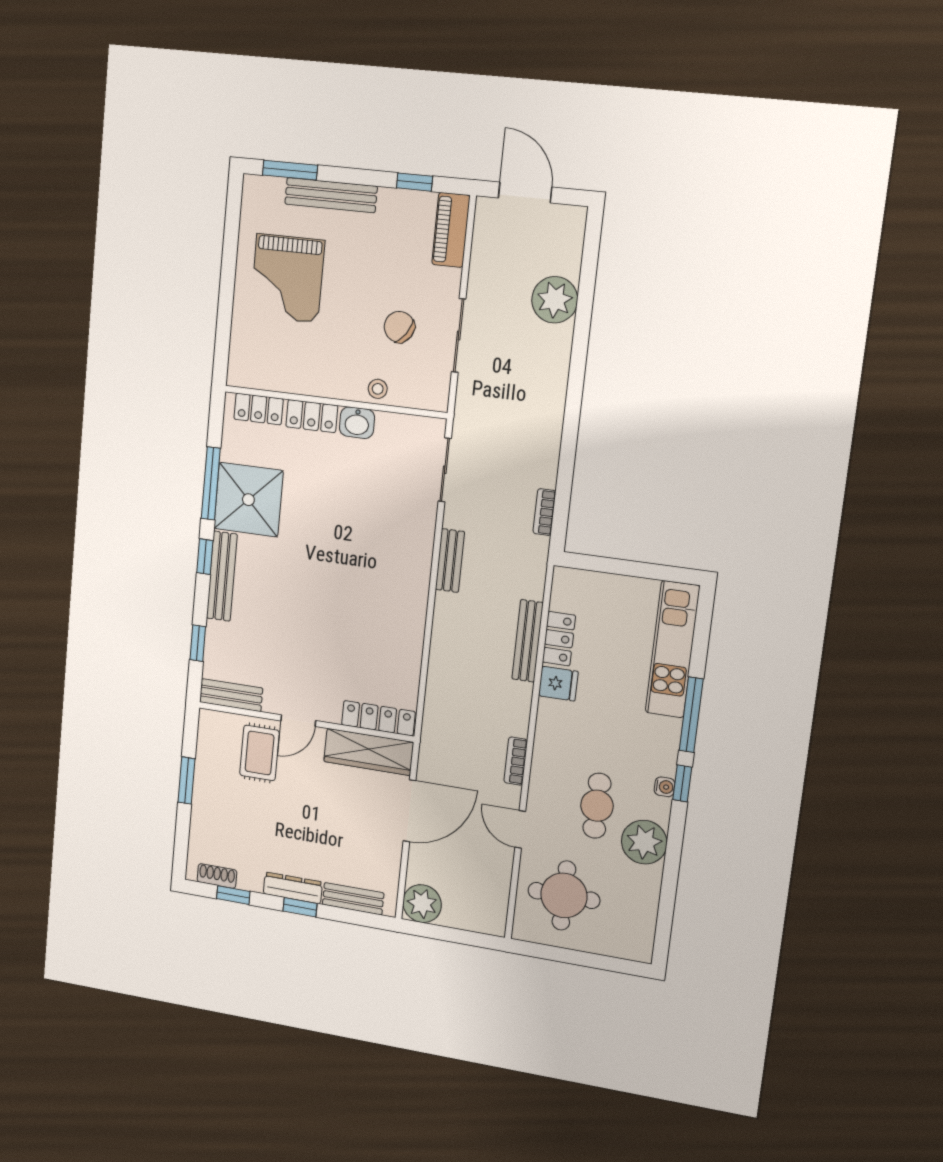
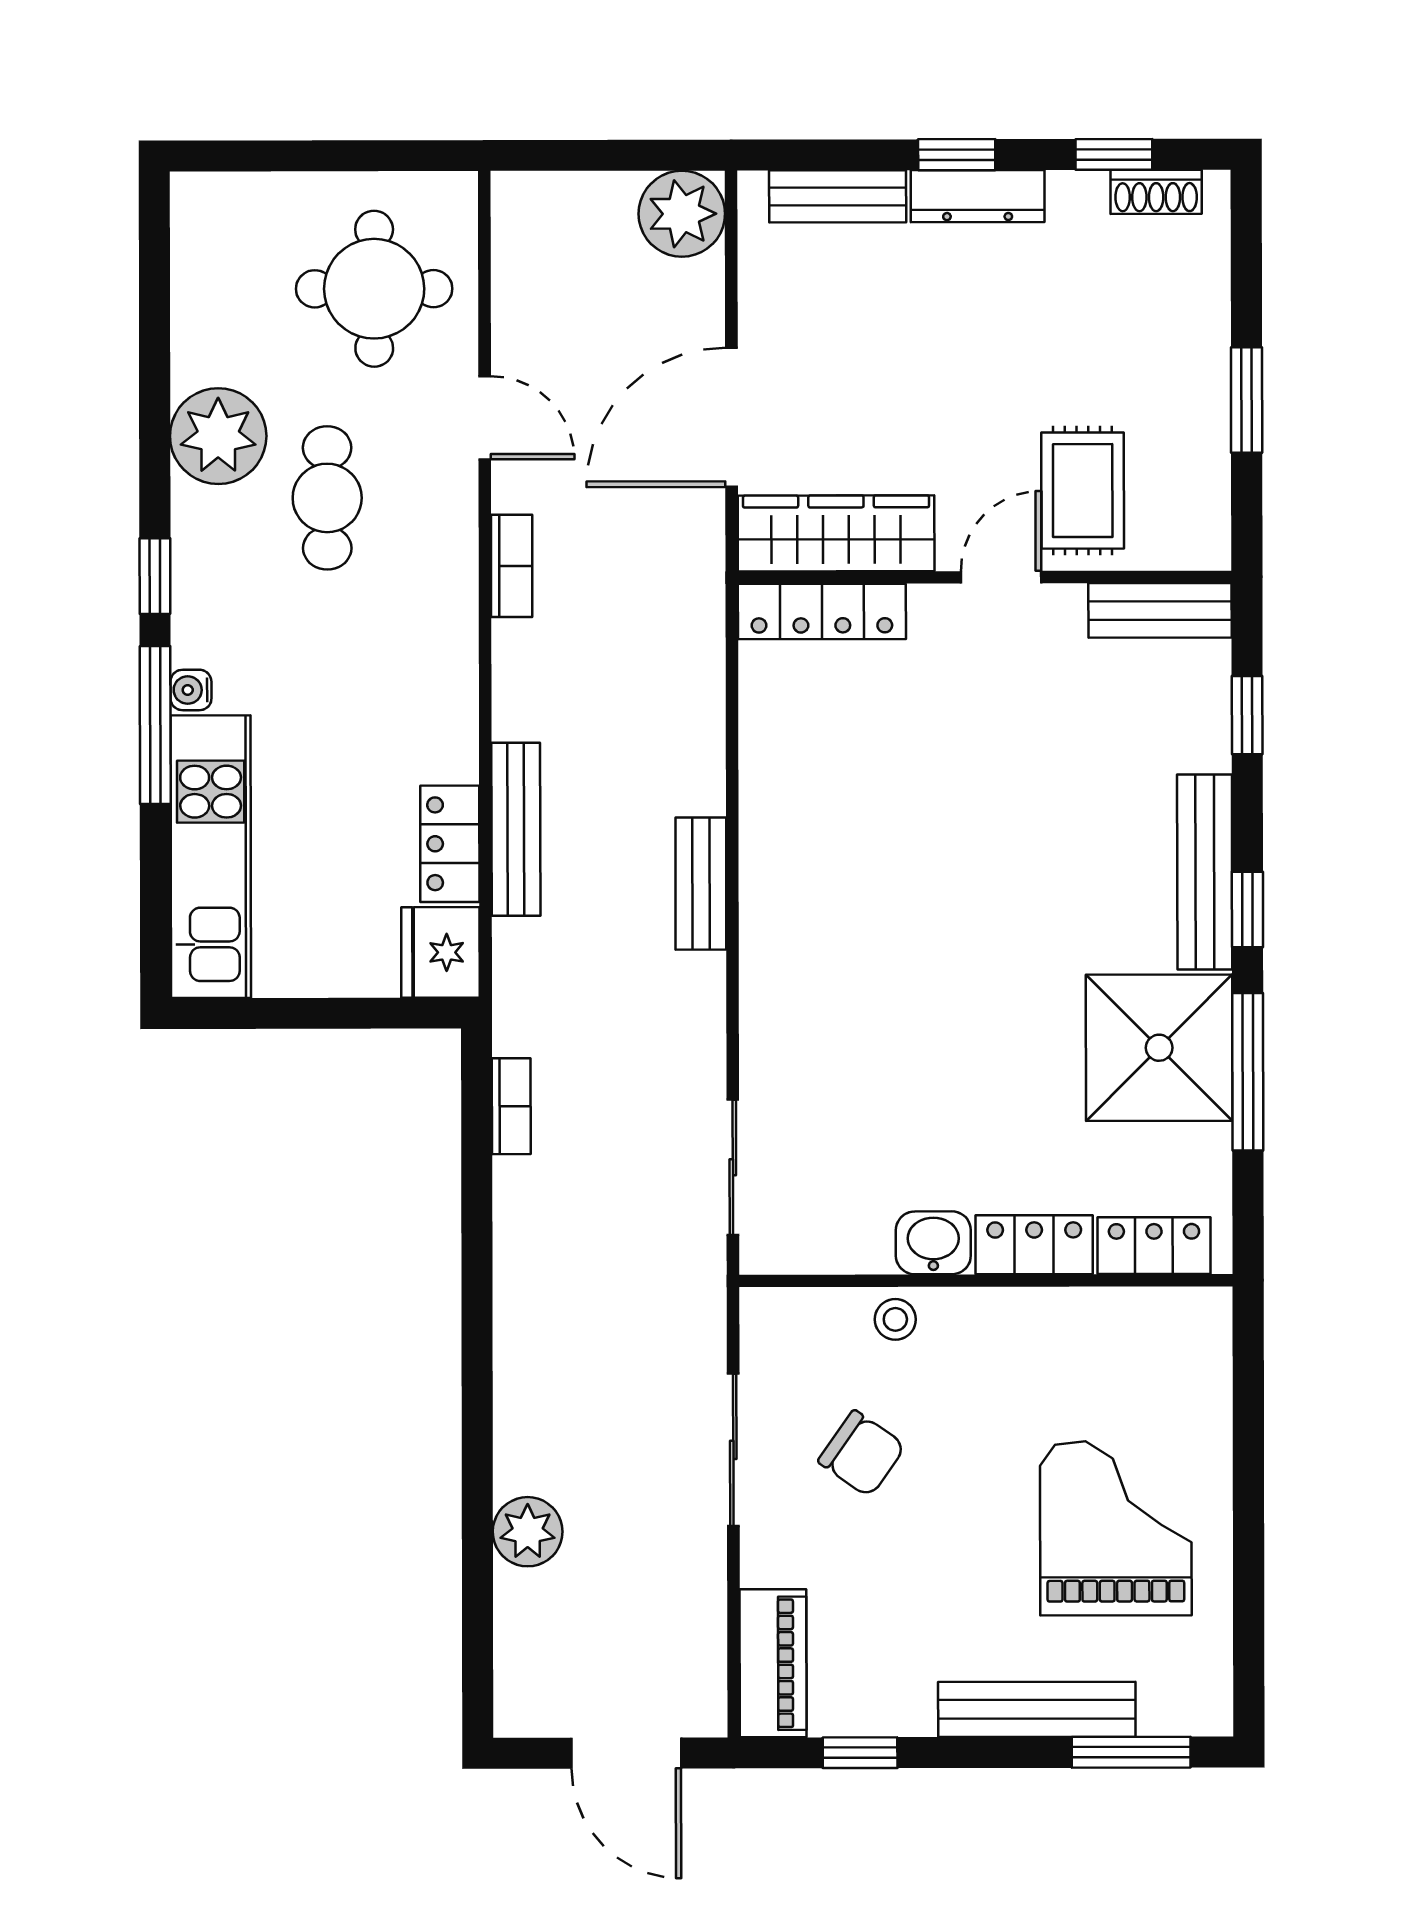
plant: (555, 300) -> (528, 1532), width x0.73, depth x0.73
bench: (450, 561) -> (701, 884), moved
fridge: (558, 684) -> (440, 952), moved, width x1.38
water cooler: (665, 787) -> (191, 690), moved

